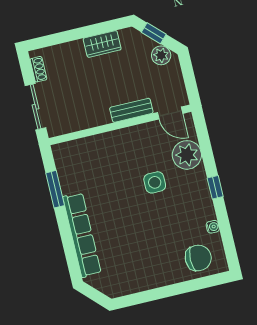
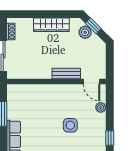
wardrobe: (102, 44) -> (51, 25), width x1.50
plant: (161, 55) -> (85, 32), moved
plant: (187, 155) -> (101, 107), width x0.53, depth x0.53

